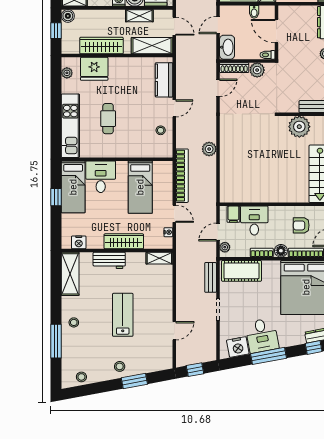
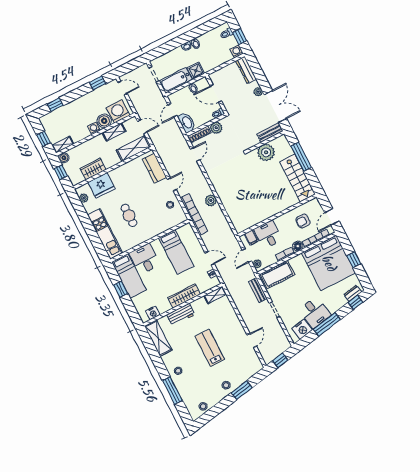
wardrobe: (101, 46) -> (93, 169), width x0.67
bookcase: (182, 176) -> (194, 215), moved

